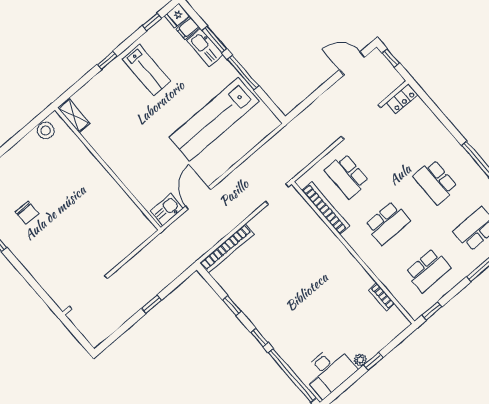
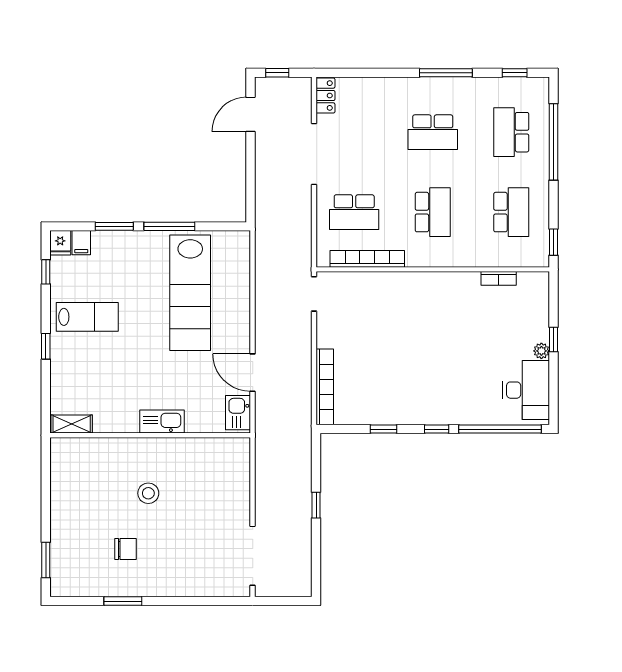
kitchen sink: (205, 48) -> (162, 421), moved, turned 180
stool: (46, 130) -> (148, 493), moved

